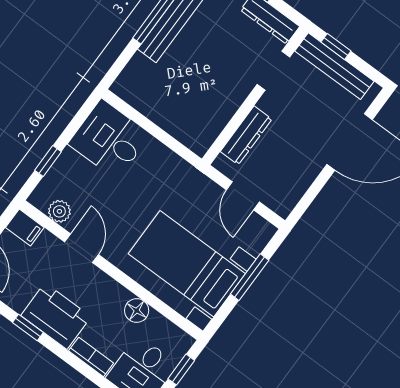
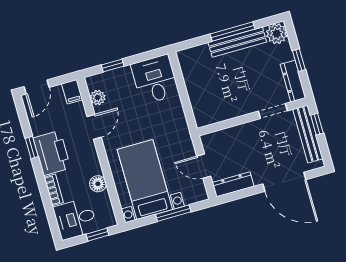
dresser: (246, 135) -> (233, 184), moved, turned 180
door: (243, 196) -> (204, 166), hinge flipped

